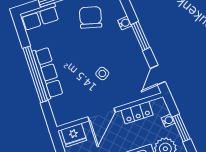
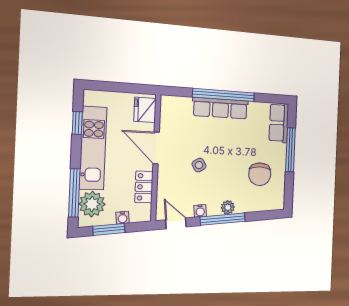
chair: (91, 17) -> (260, 174), turned 76
water cooler: (125, 23) -> (200, 211), moved
plant: (129, 35) -> (228, 207), added
window: (140, 36) -> (223, 219), width x1.44

